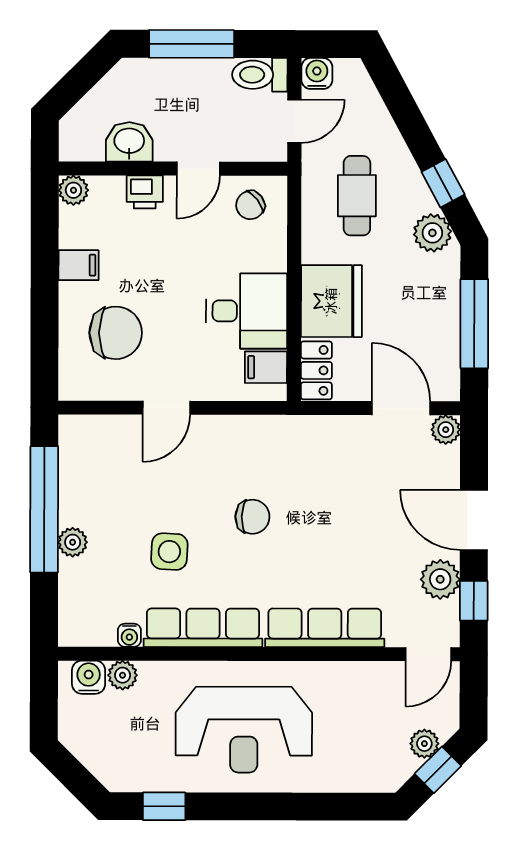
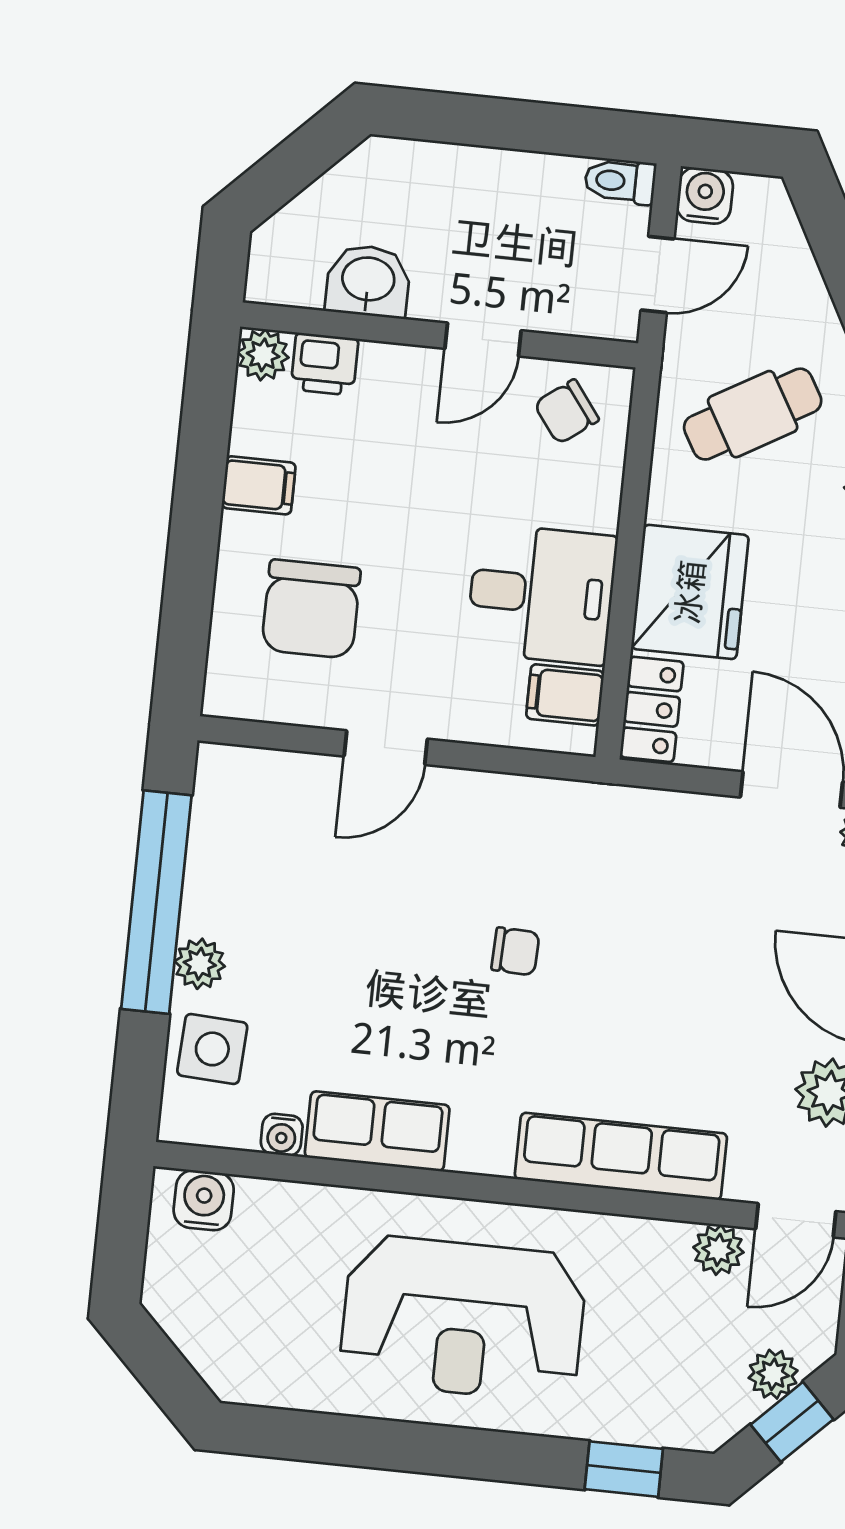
window: (192, 44) -> (493, 122), removed
toilet: (260, 75) -> (620, 181), width x0.73, depth x0.72
printer: (145, 192) -> (325, 364), moved
cafe table: (357, 196) -> (753, 414), turned 60
chair: (116, 333) -> (311, 609), turned 90
chair: (252, 517) -> (515, 951), width x0.73, depth x0.73
side table: (169, 552) -> (212, 1049), moved
row of seats: (203, 628) -> (377, 1131), width x0.68
plant: (123, 675) -> (718, 1250), moved
window: (164, 806) -> (624, 1469), moved

